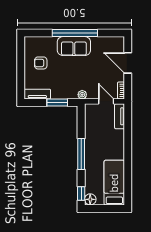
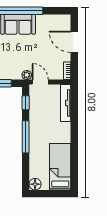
door: (106, 101) -> (40, 82), moved
tv unit: (120, 116) -> (66, 103), width x1.41
window: (81, 193) -> (26, 103), moved

